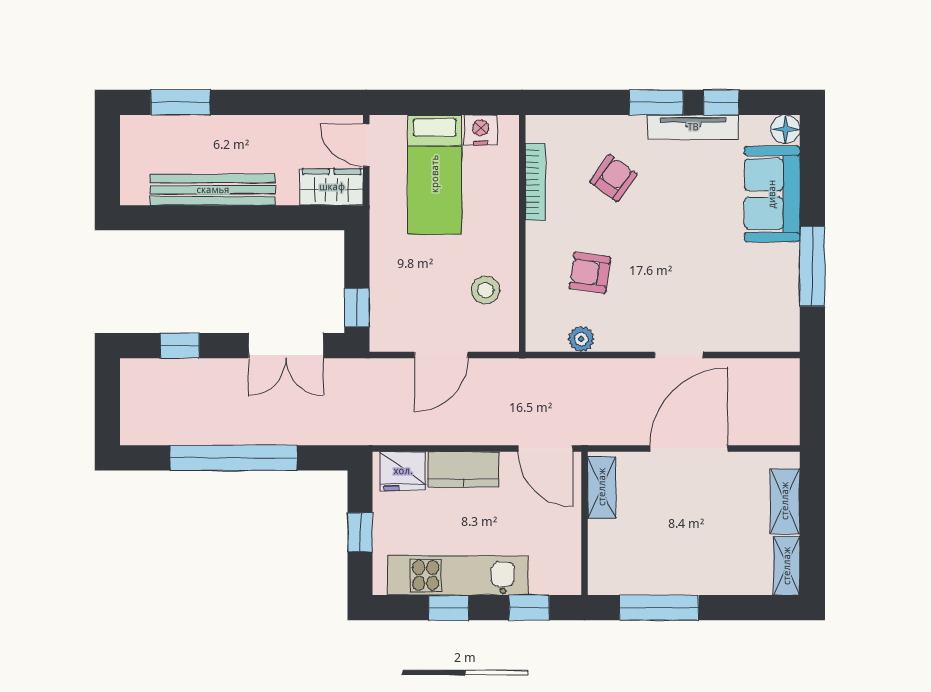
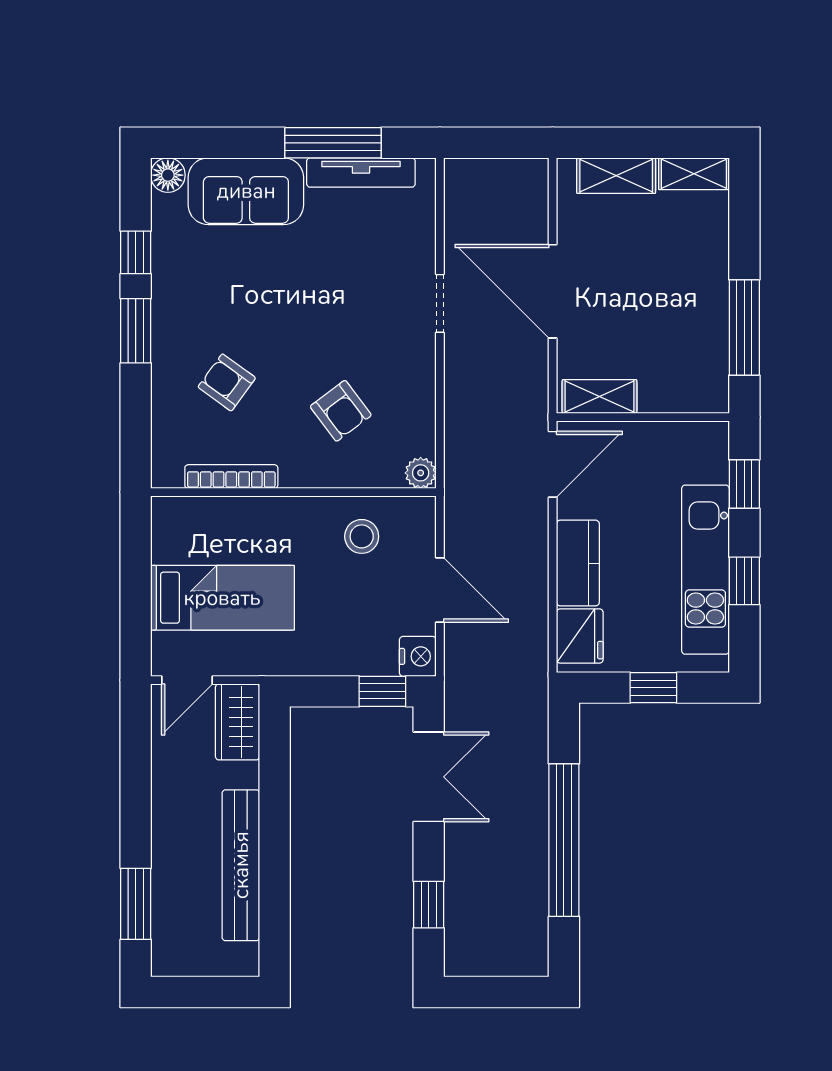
tv unit: (693, 127) -> (361, 173), moved, turned 90
nightstand: (481, 130) -> (418, 656), moved, turned 180
armchair: (590, 273) -> (341, 411), turned -45
plant: (581, 339) -> (421, 473), moved

